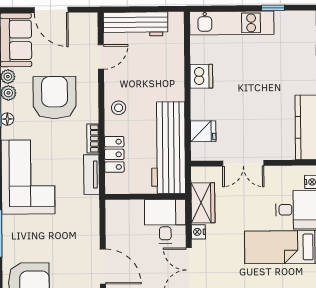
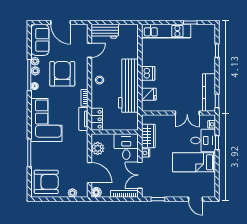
workbench: (136, 24) -> (105, 31), width x0.73
dishwasher: (201, 76) -> (148, 73), moved
workbench: (168, 148) -> (128, 86), moved
locker: (114, 154) -> (97, 119), moved
double door: (243, 163) -> (187, 113), moved
plant: (116, 225) -> (98, 148), added

